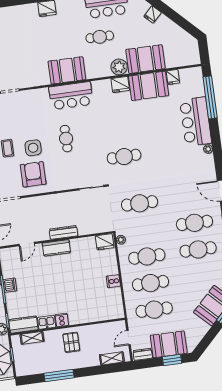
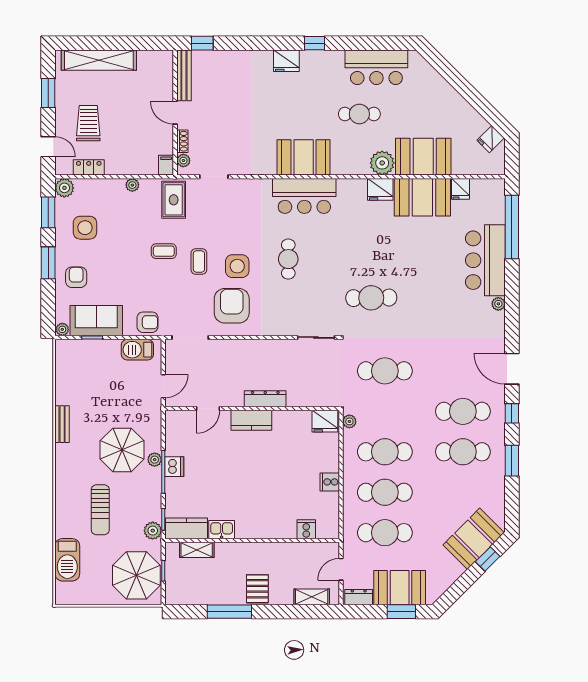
fridge: (153, 14) -> (491, 139), moved
cooker: (62, 320) -> (306, 529), moved
pallet: (71, 342) -> (257, 589), moved

